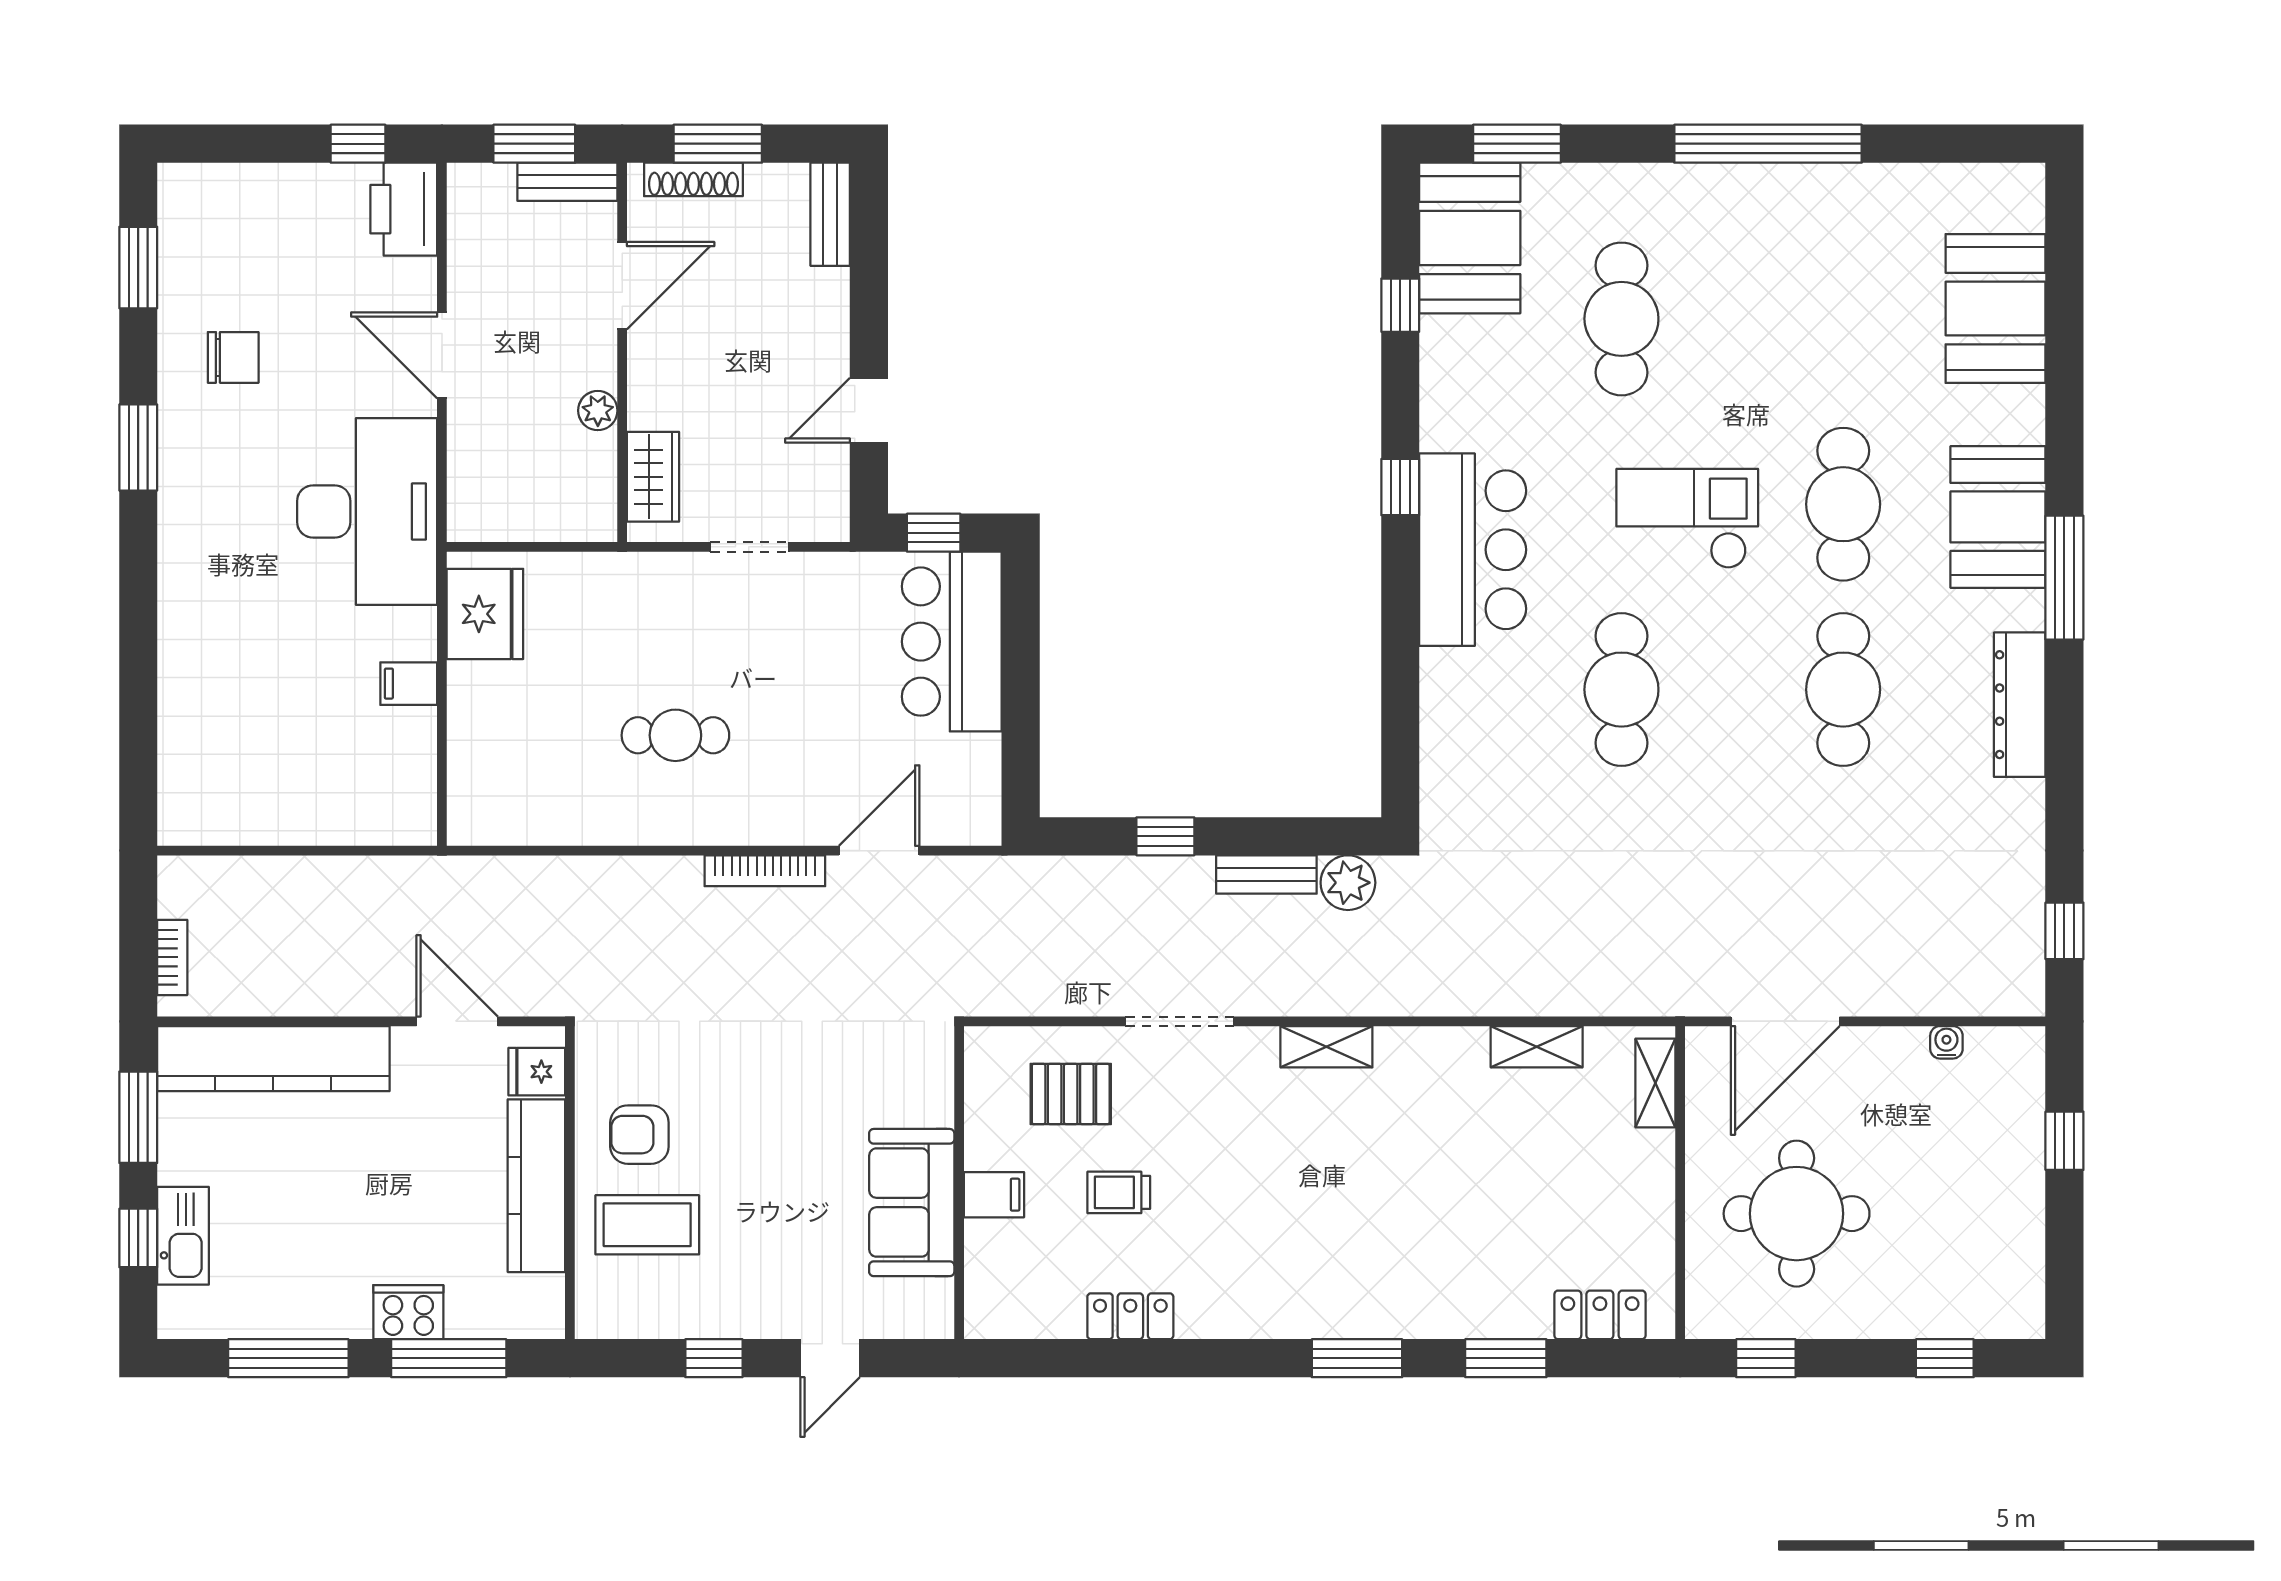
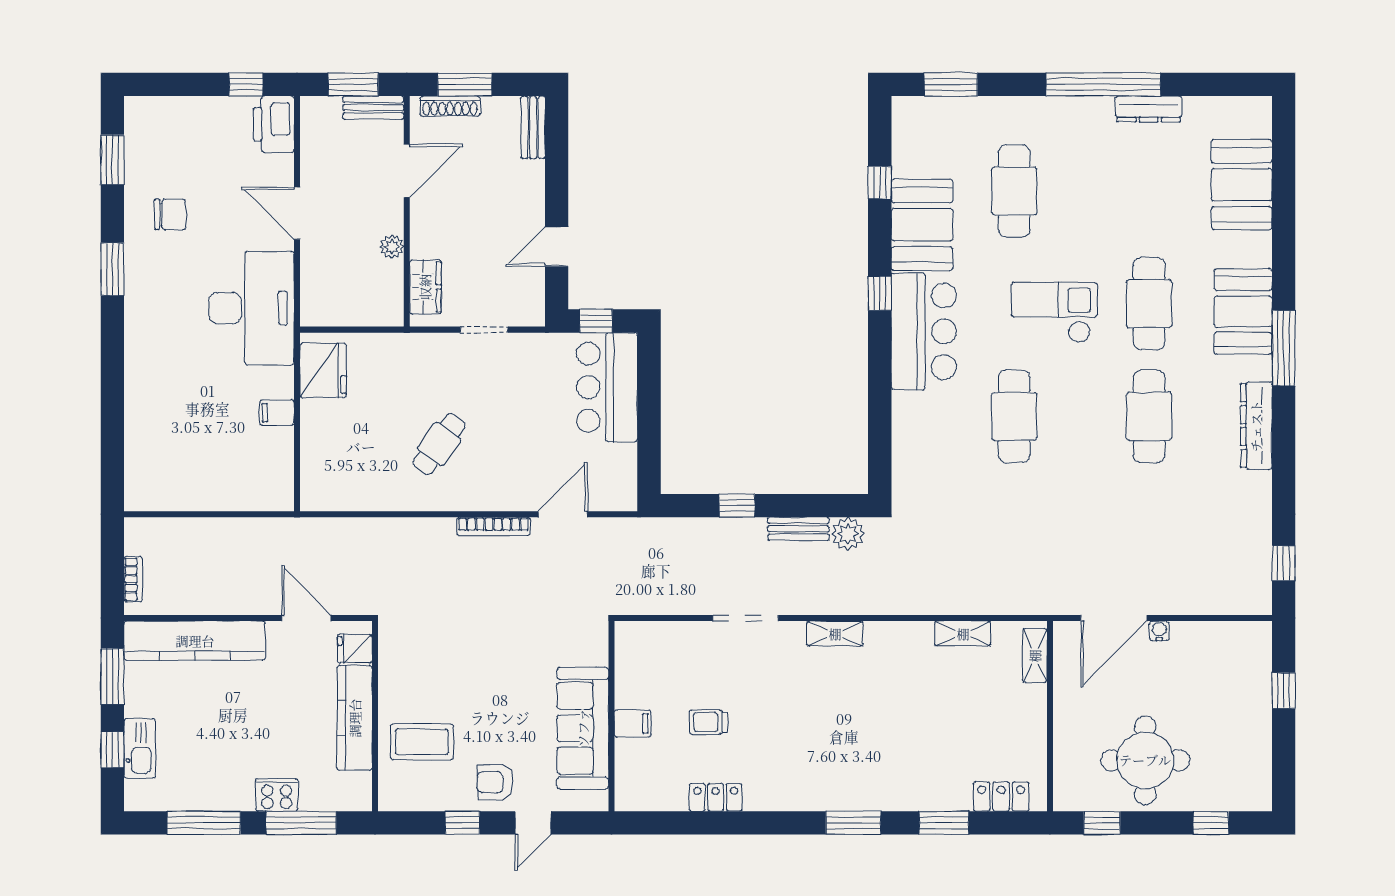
dresser: (1843, 184) -> (1149, 109), added
booth: (1470, 238) -> (922, 225), moved
cafe table: (675, 735) -> (439, 444), turned -54
water cooler: (1946, 1042) -> (1159, 631), moved
pallet: (1071, 1094) -> (679, 662), removed
armchair: (639, 1135) -> (495, 782), moved
sofa: (912, 1203) -> (583, 728), width x1.36
round table: (1797, 1214) -> (1145, 760), moved

